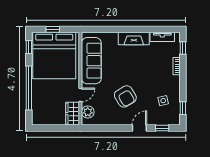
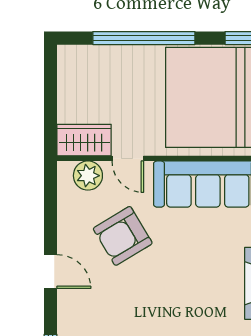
armchair: (125, 96) -> (123, 236), moved
door: (139, 128) -> (50, 272), moved

